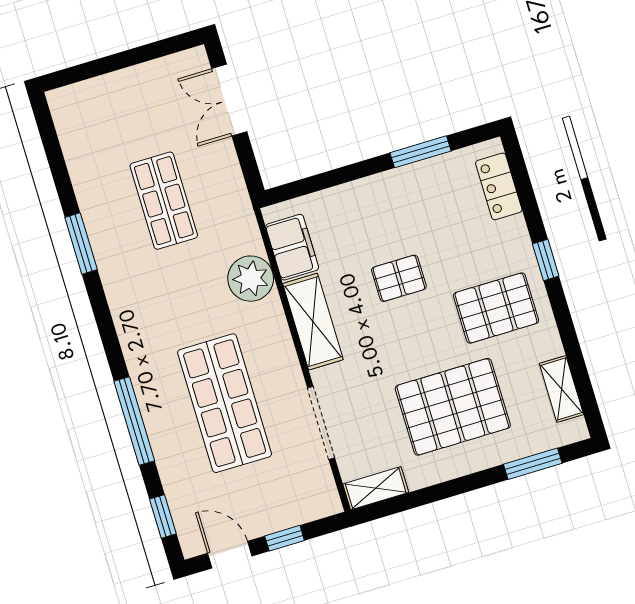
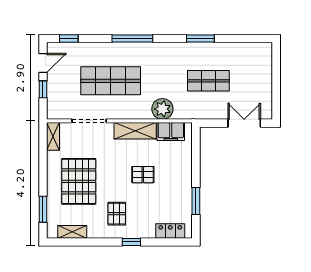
pallet: (399, 278) -> (143, 175), turned 90
pallet: (496, 308) -> (117, 214), width x0.67, depth x0.71
window: (134, 421) -> (132, 38), moved

